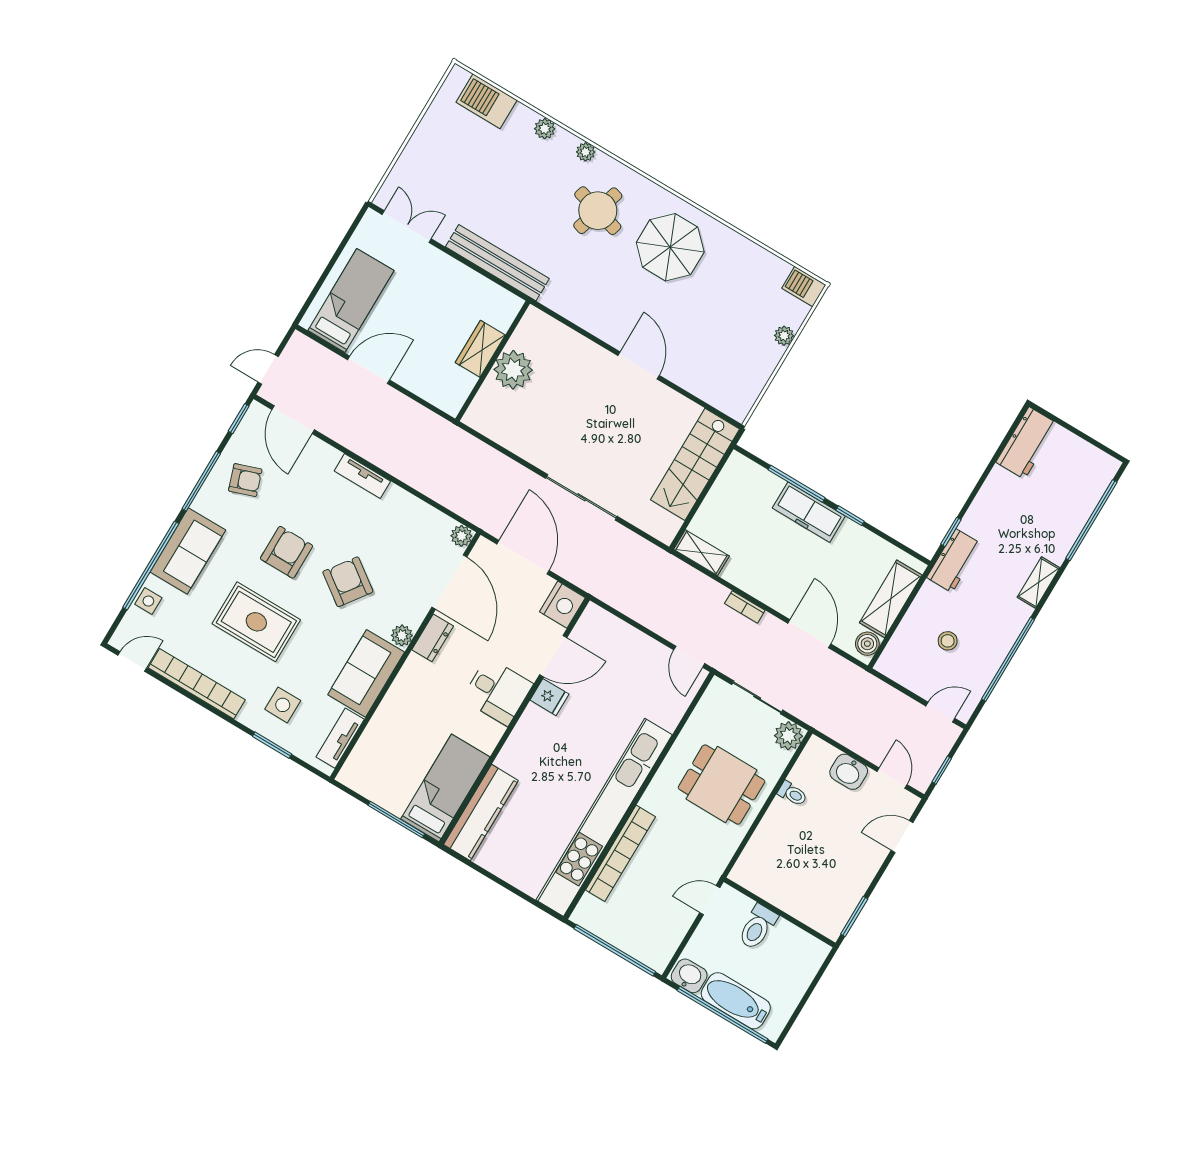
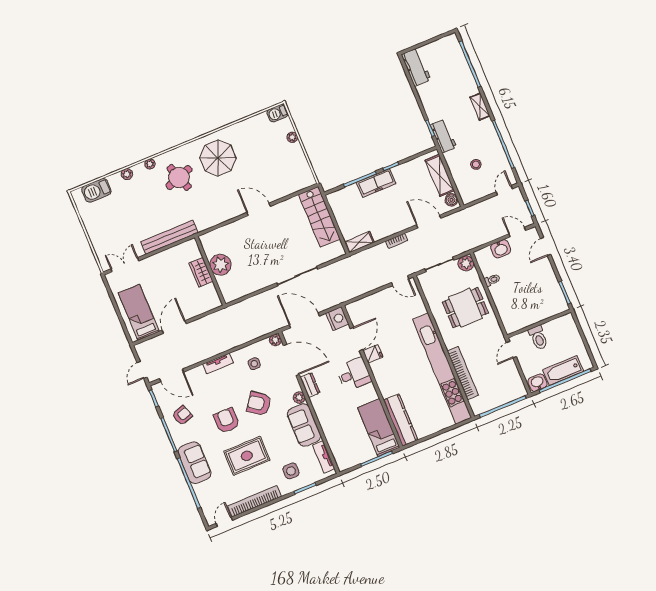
round table: (598, 211) -> (179, 177), turned -35
side table: (148, 601) -> (254, 364), moved

